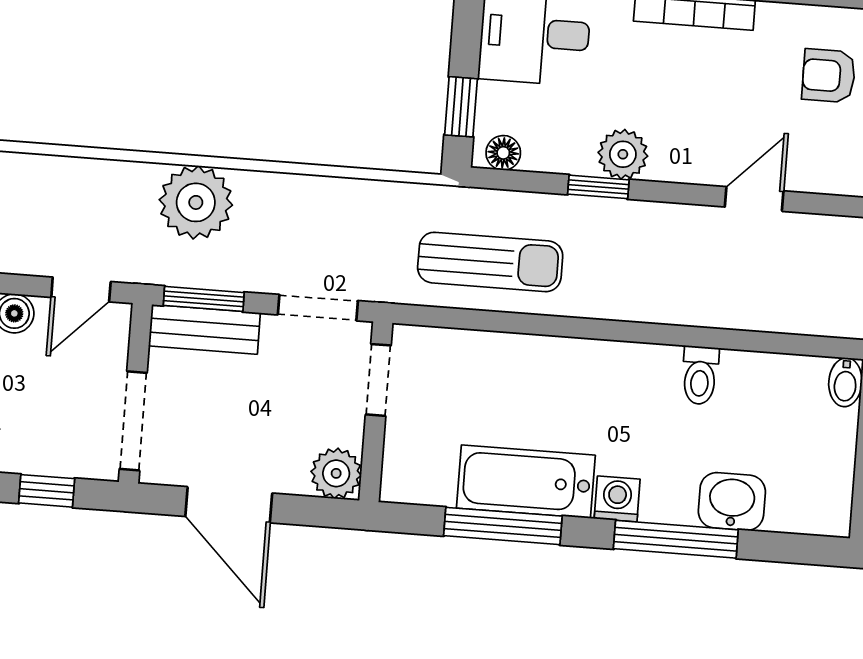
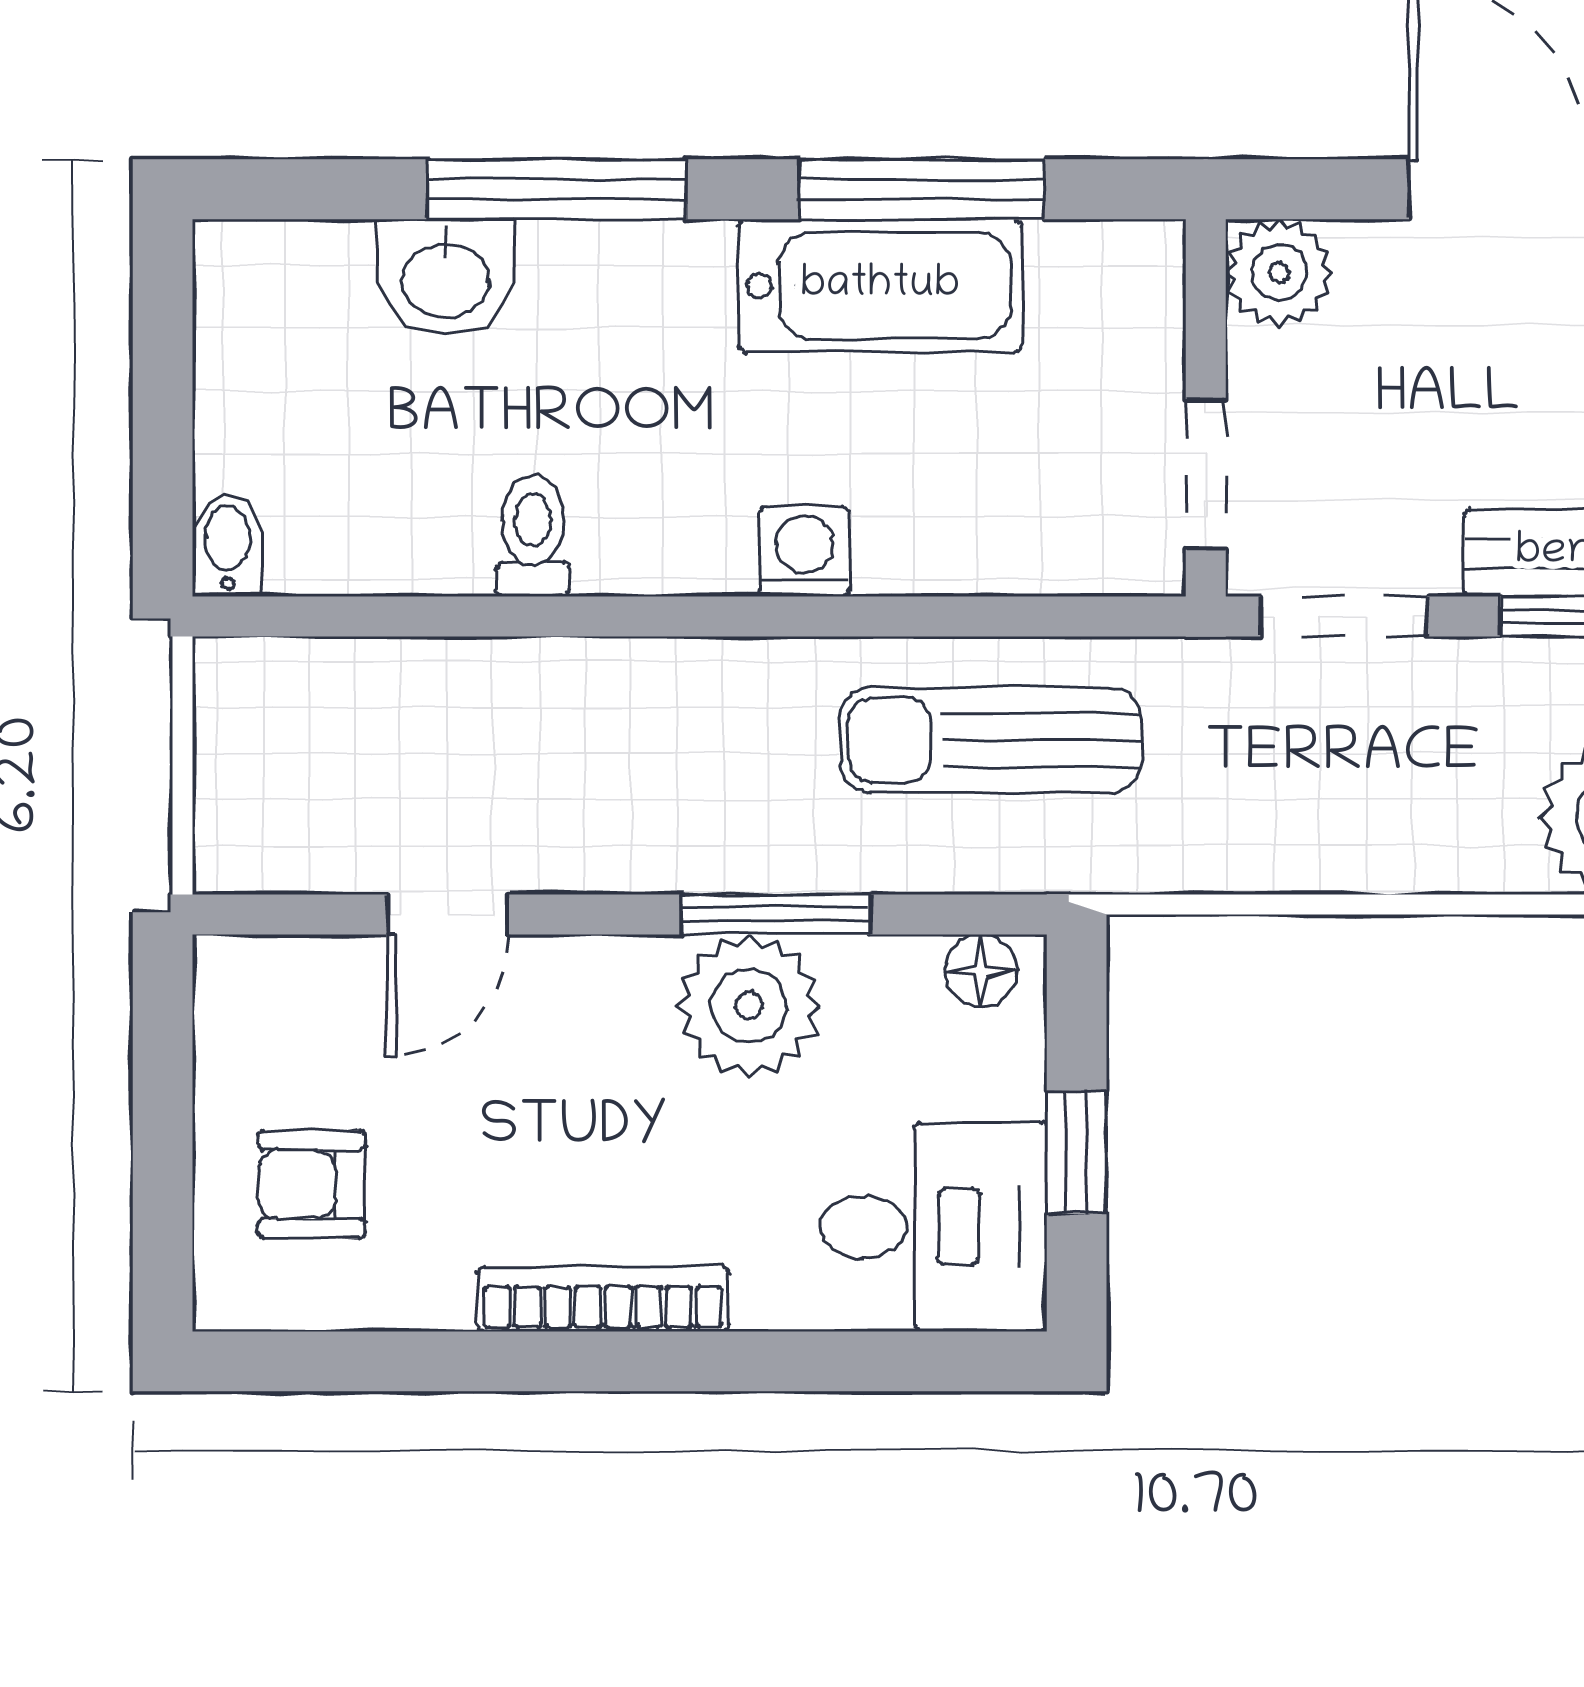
armchair: (829, 76) -> (312, 1184), turned 180
window: (461, 107) -> (1077, 1152), moved
plant: (623, 154) -> (749, 1006), width x1.36, depth x1.36
window: (598, 187) -> (776, 914), width x1.50
washing machine: (617, 499) -> (804, 552), moved, turned 180

